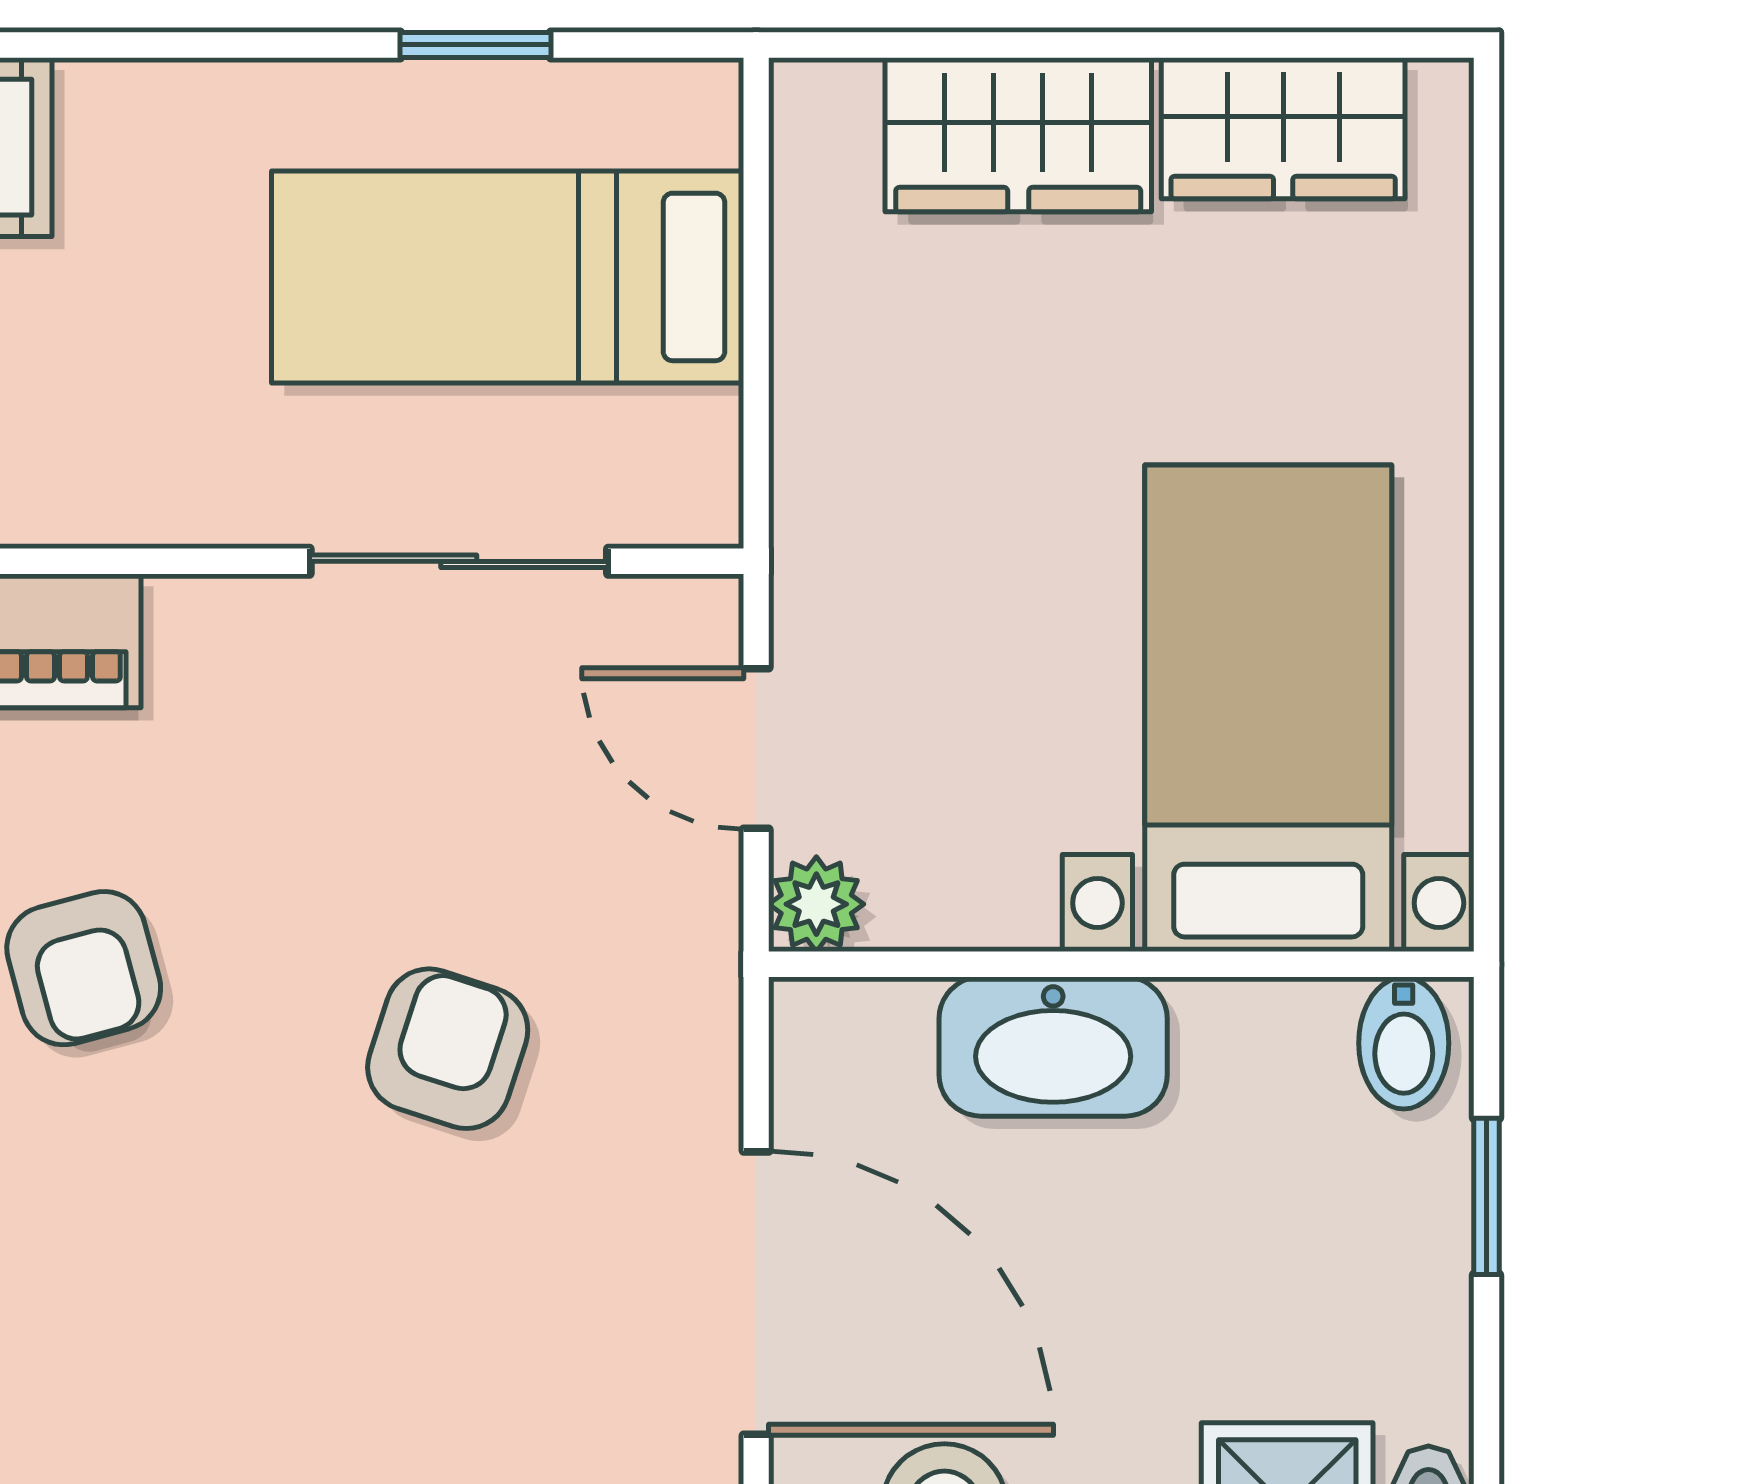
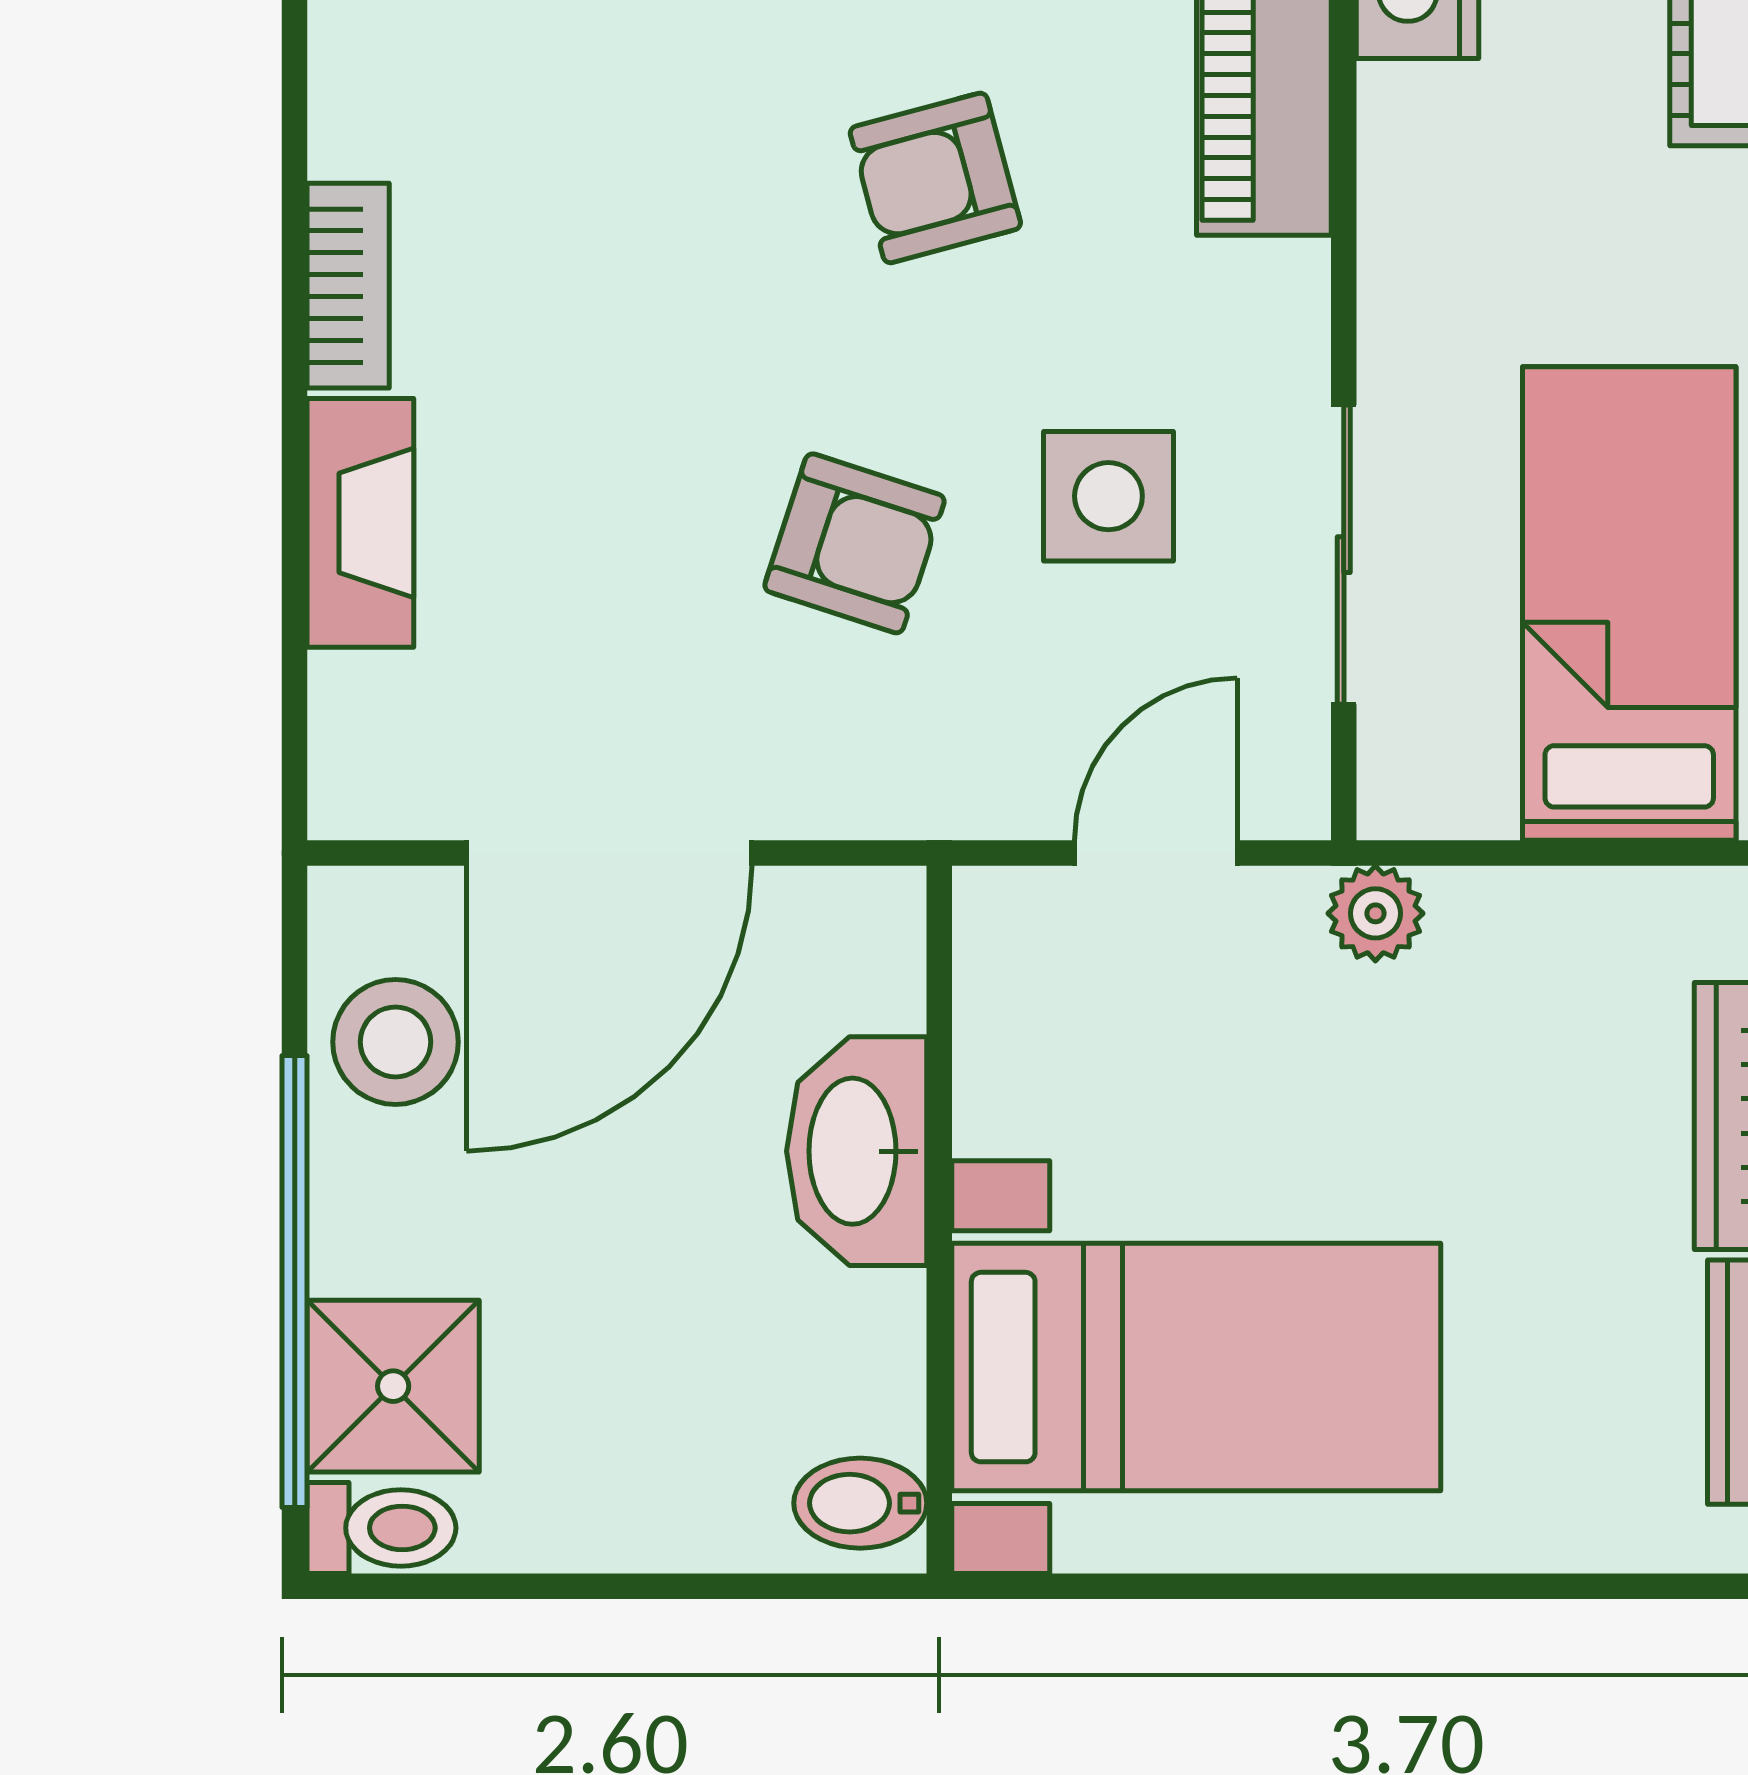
side table: (401, 796) -> (1108, 496), added
plant: (816, 904) -> (1375, 913), moved
window: (1487, 1196) -> (706, 1586), removed

